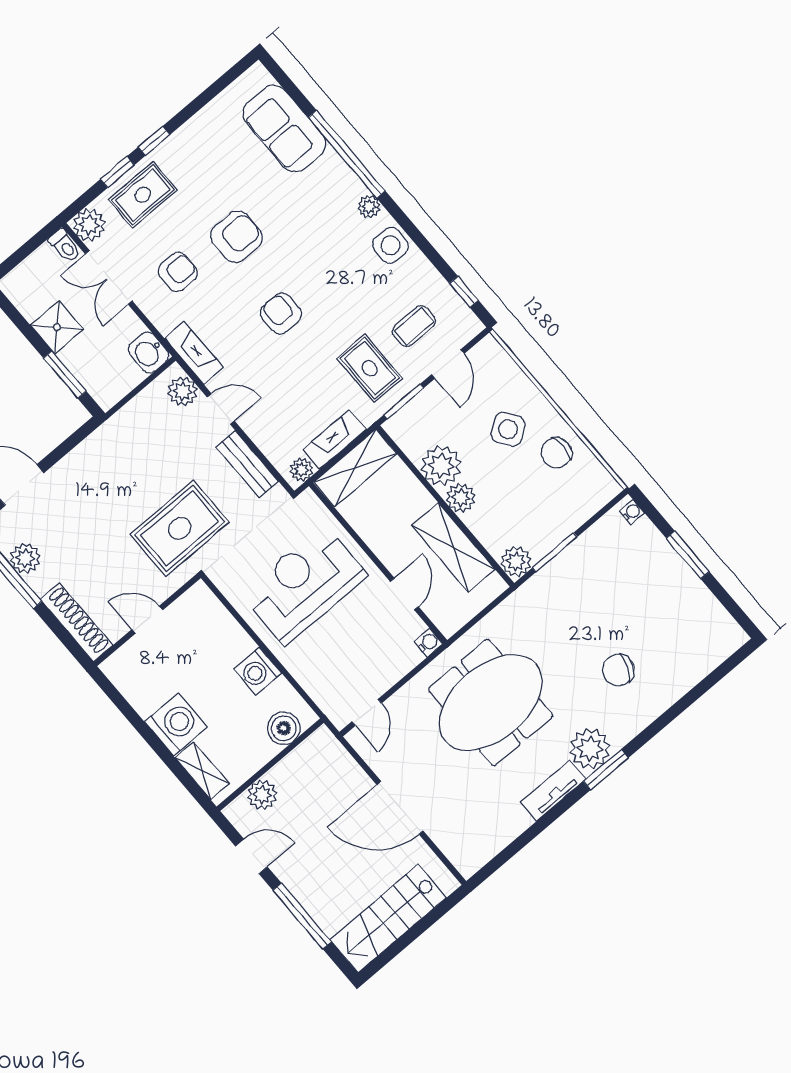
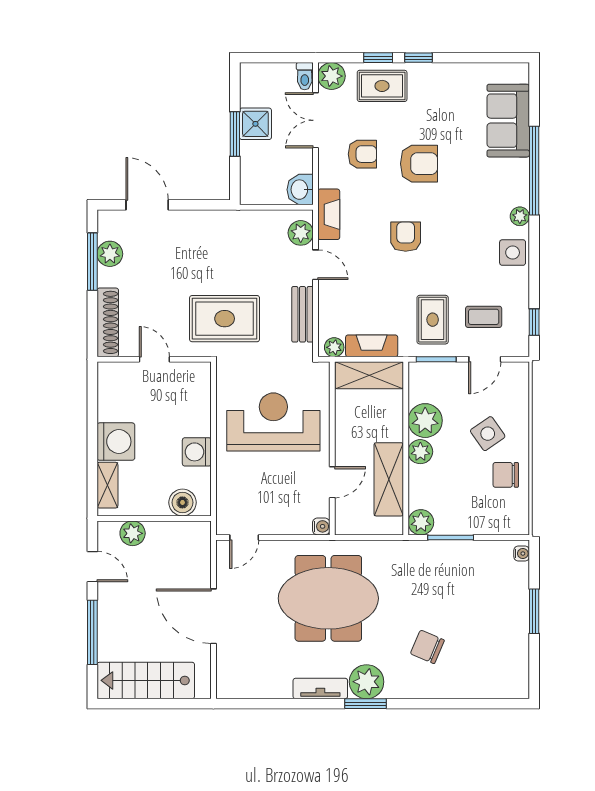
window: (65, 375) -> (235, 134), moved

